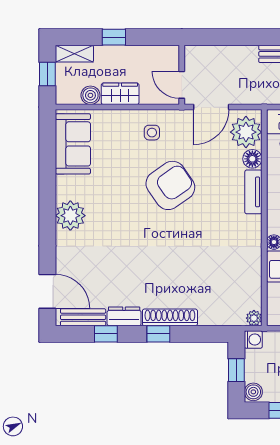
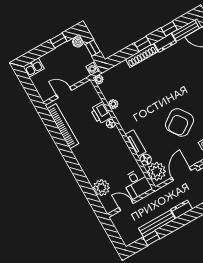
dresser: (241, 54) -> (182, 209), added
plant: (253, 269) -> (113, 104), added

